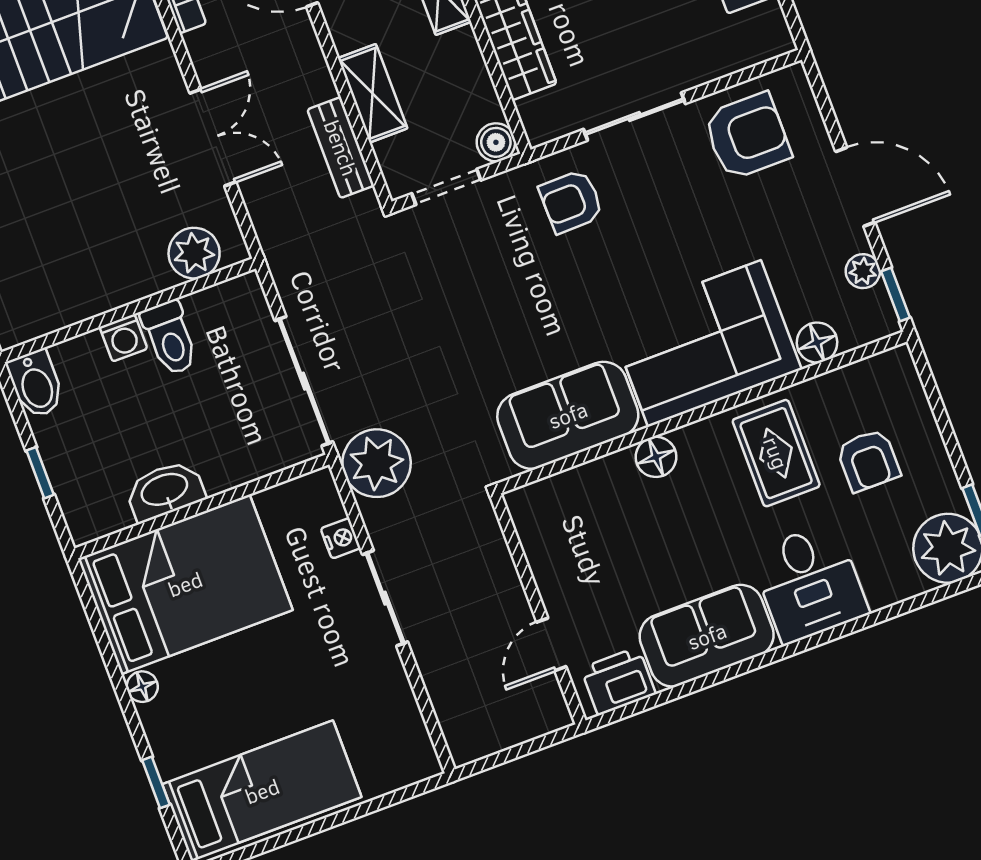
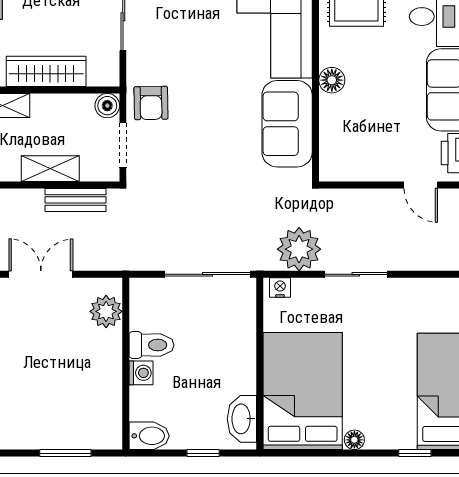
armchair: (571, 201) -> (151, 103), moved
plant: (377, 463) -> (299, 249), moved
washbasin: (165, 491) -> (242, 419), moved
nightstand: (341, 538) -> (280, 288), moved

